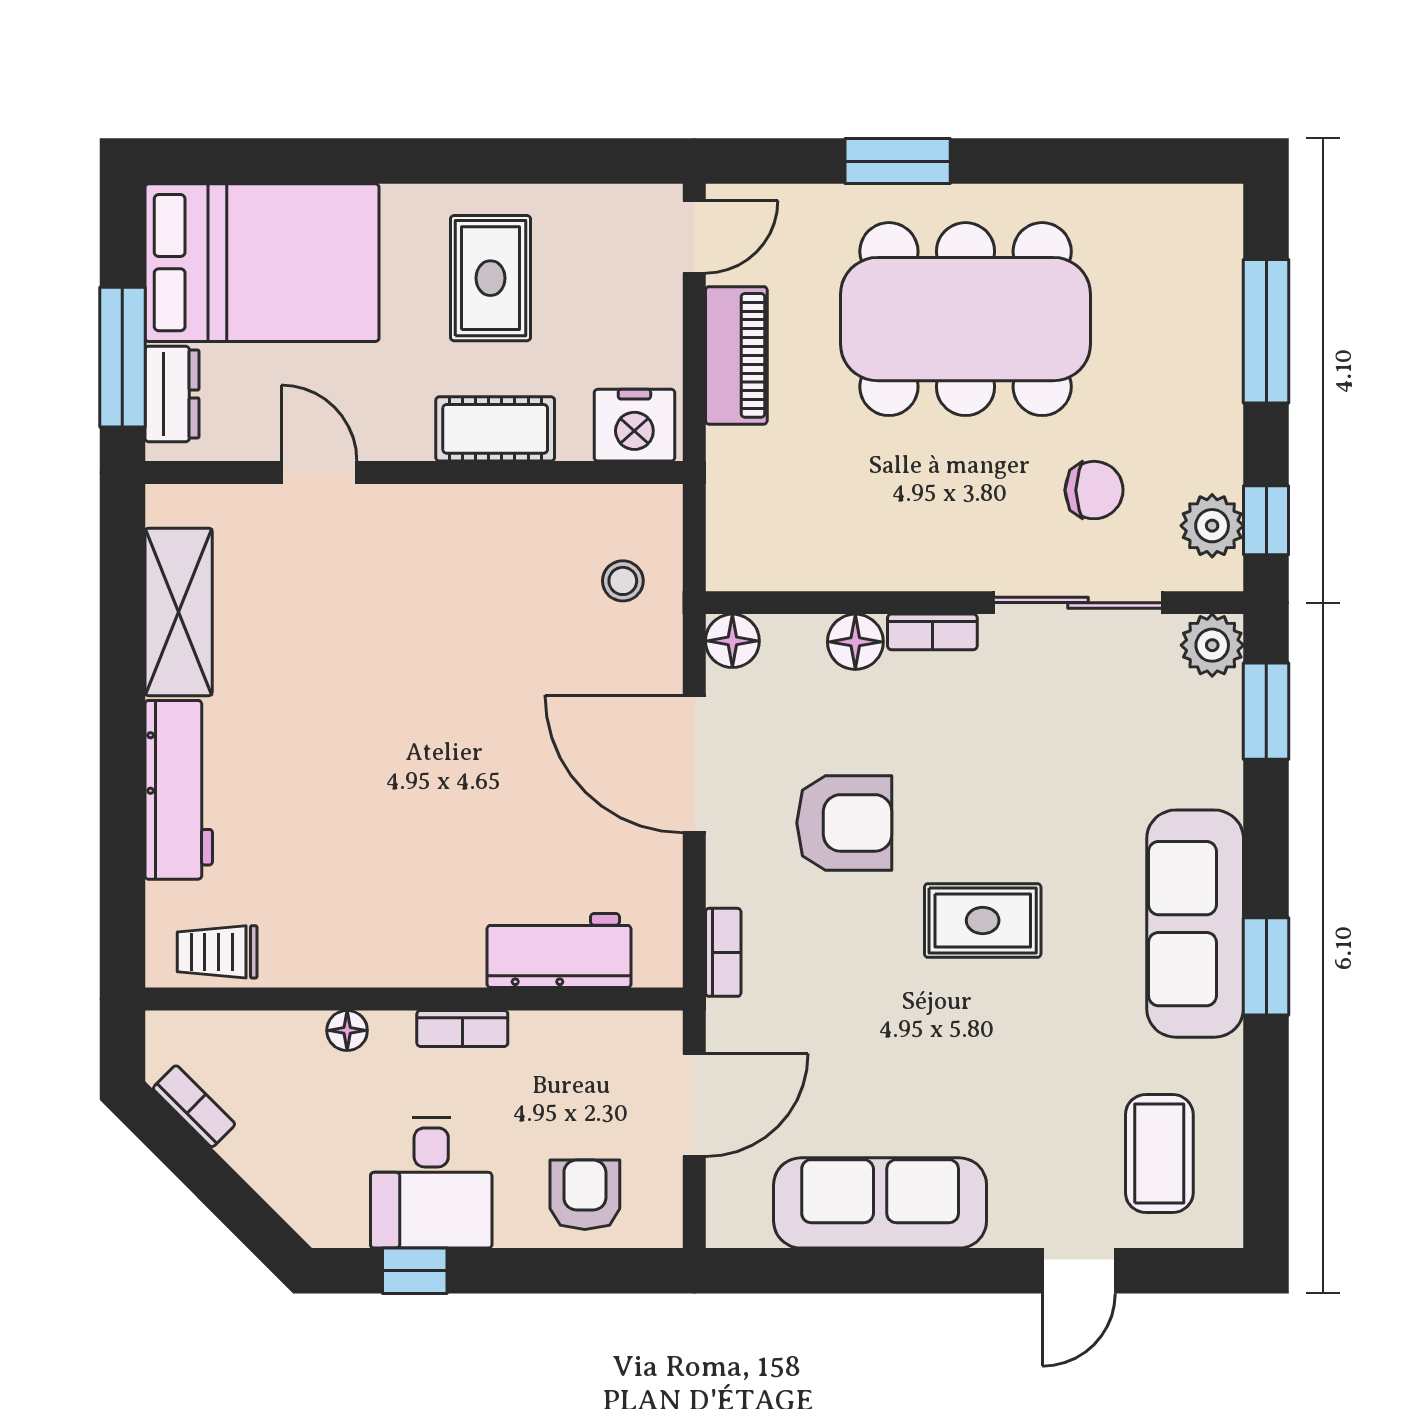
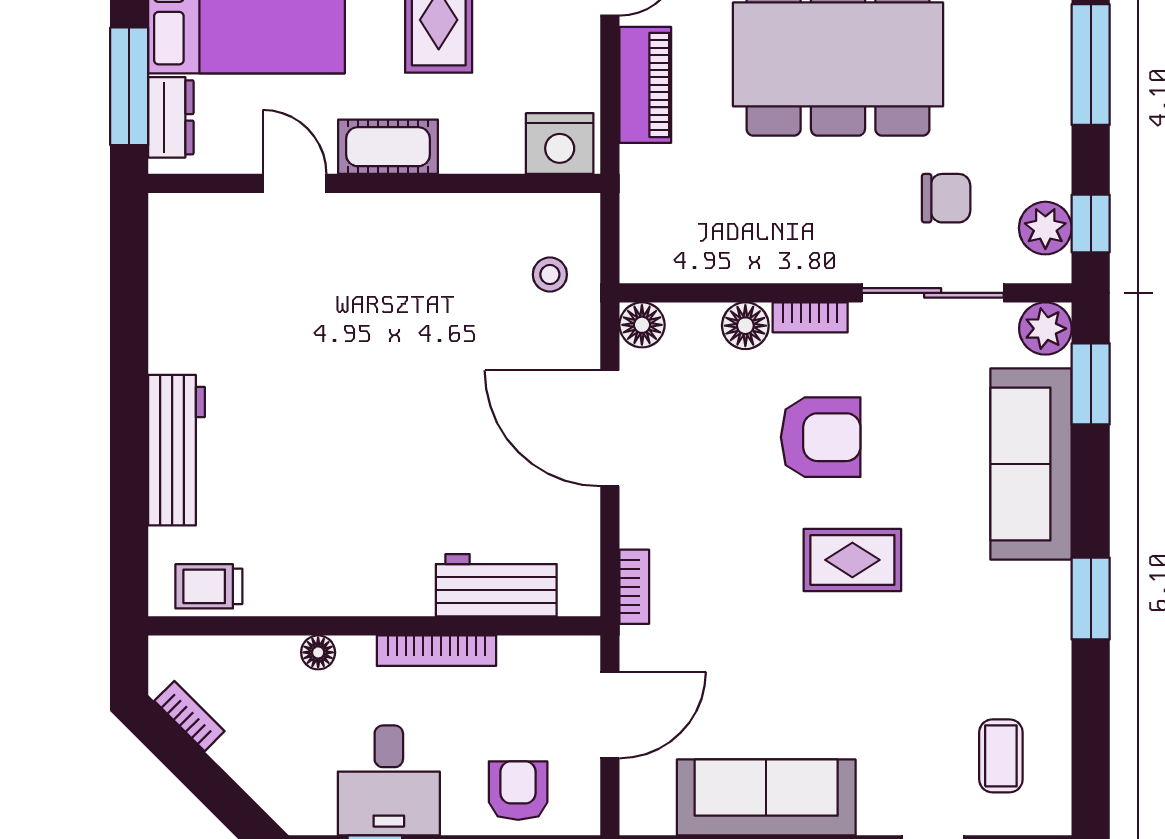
cot: (495, 429) -> (388, 147), moved
shelving: (179, 612) -> (176, 301), removed
armchair: (844, 823) -> (821, 437), moved
sofa: (1195, 924) -> (1031, 464), moved
bookcase: (462, 1028) -> (436, 651), width x1.56
coffee table: (1159, 1154) -> (1001, 756), width x0.73, depth x0.77

